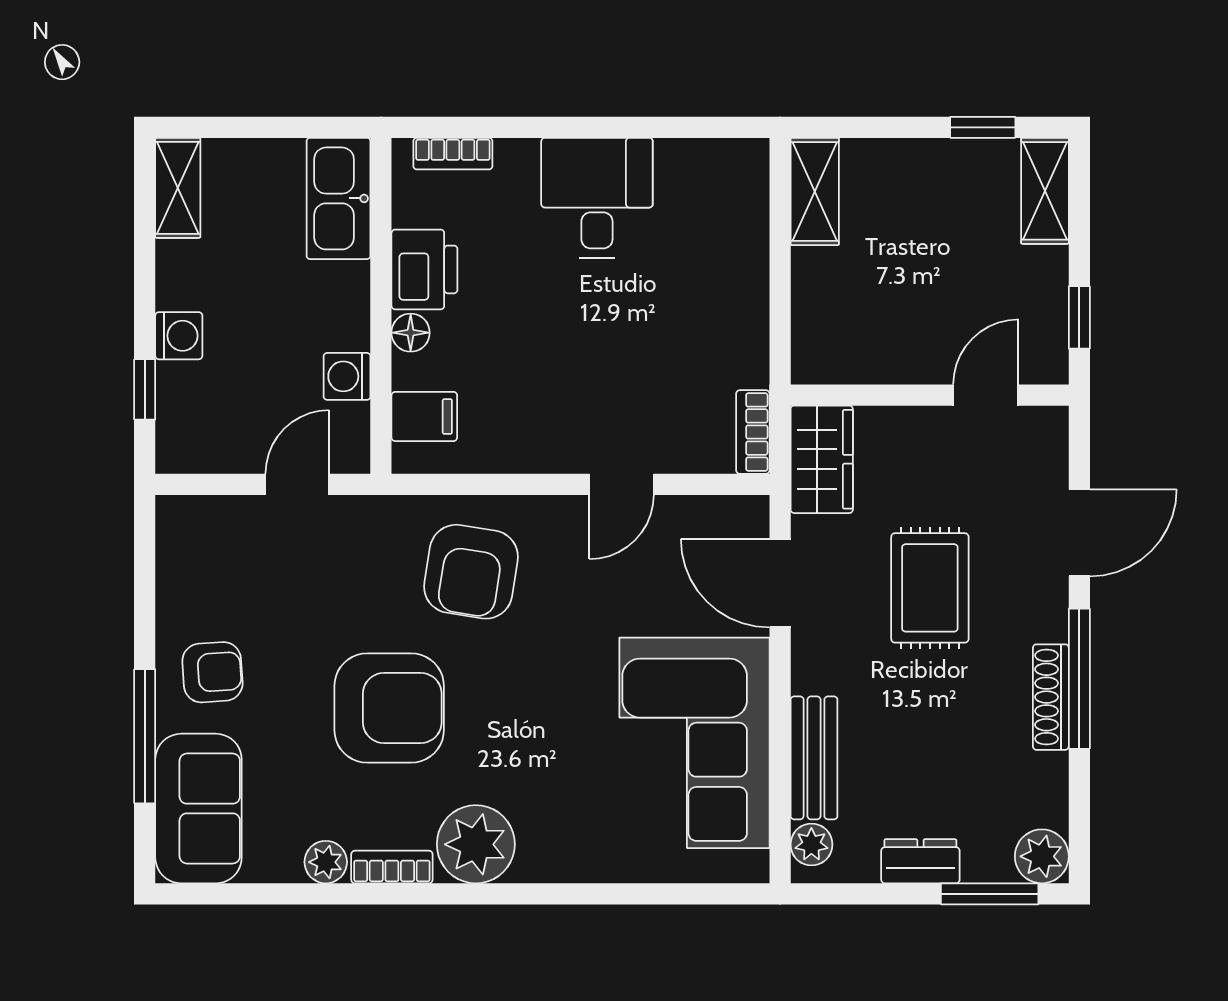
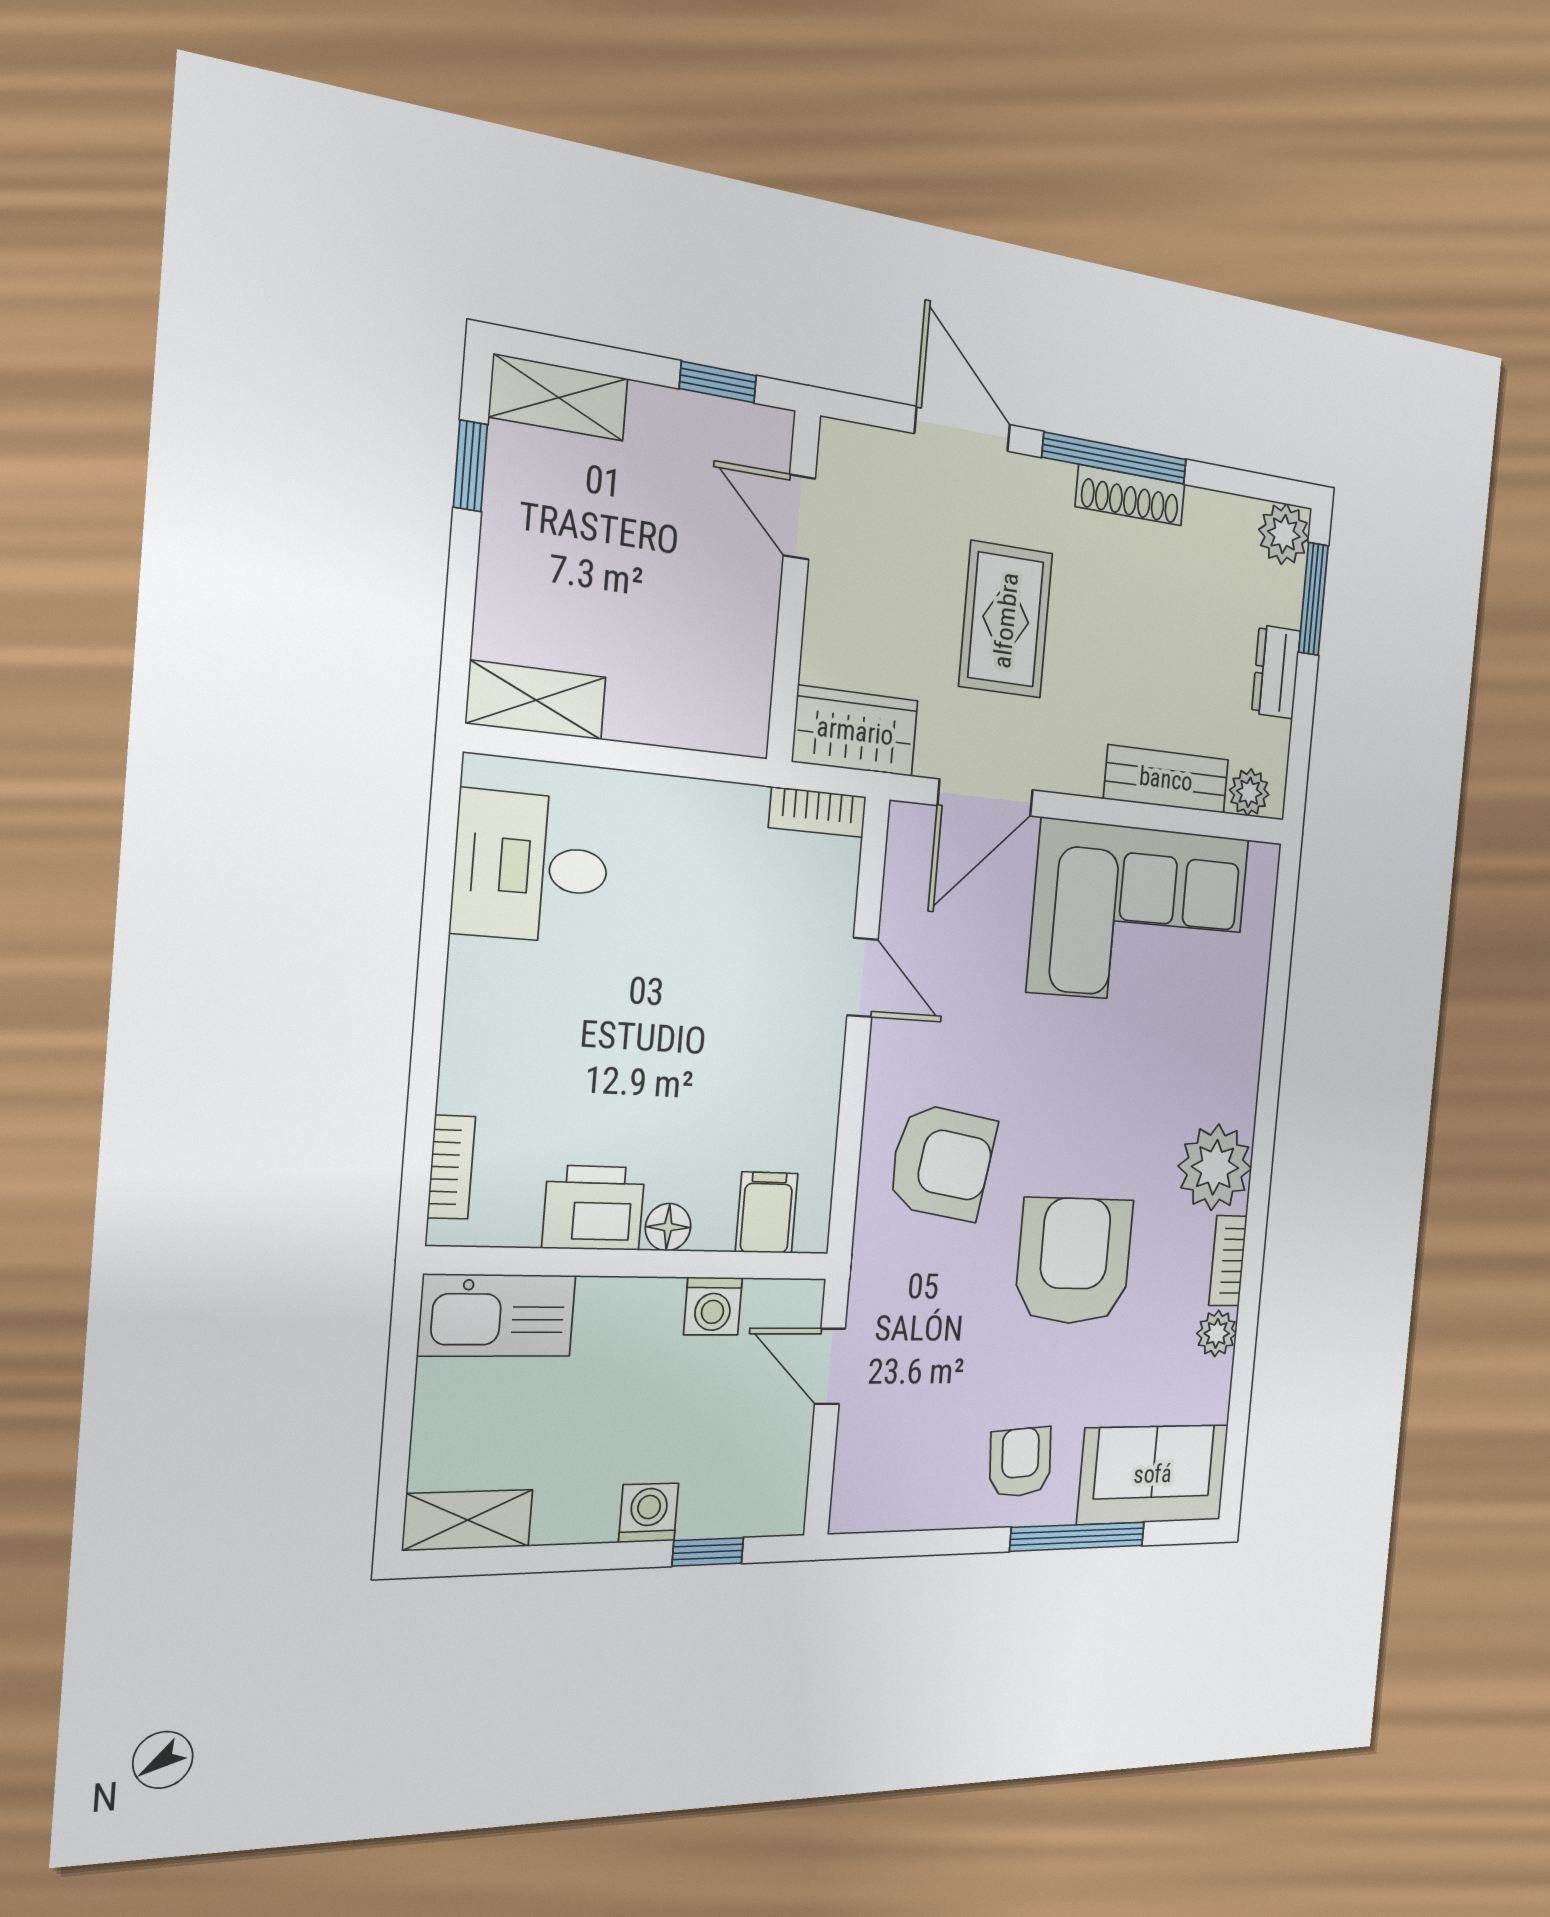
desk: (597, 198) -> (531, 867), moved
rug: (930, 588) -> (1006, 620), turned 90

